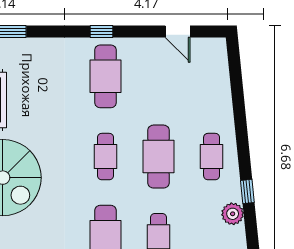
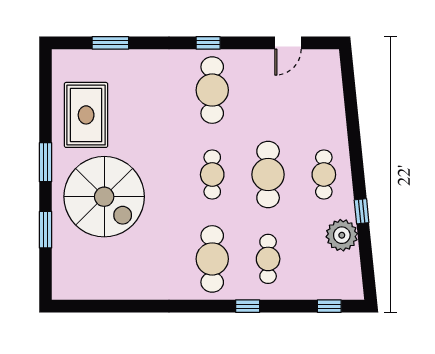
door: (178, 31) -> (288, 43), hinge flipped
plant: (233, 214) -> (342, 235), width x1.36, depth x1.36

